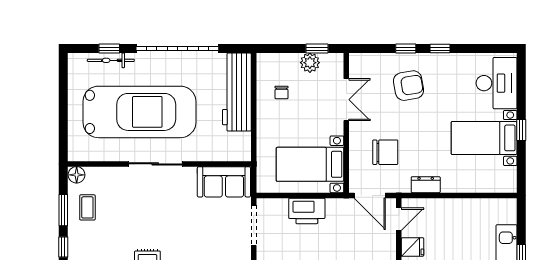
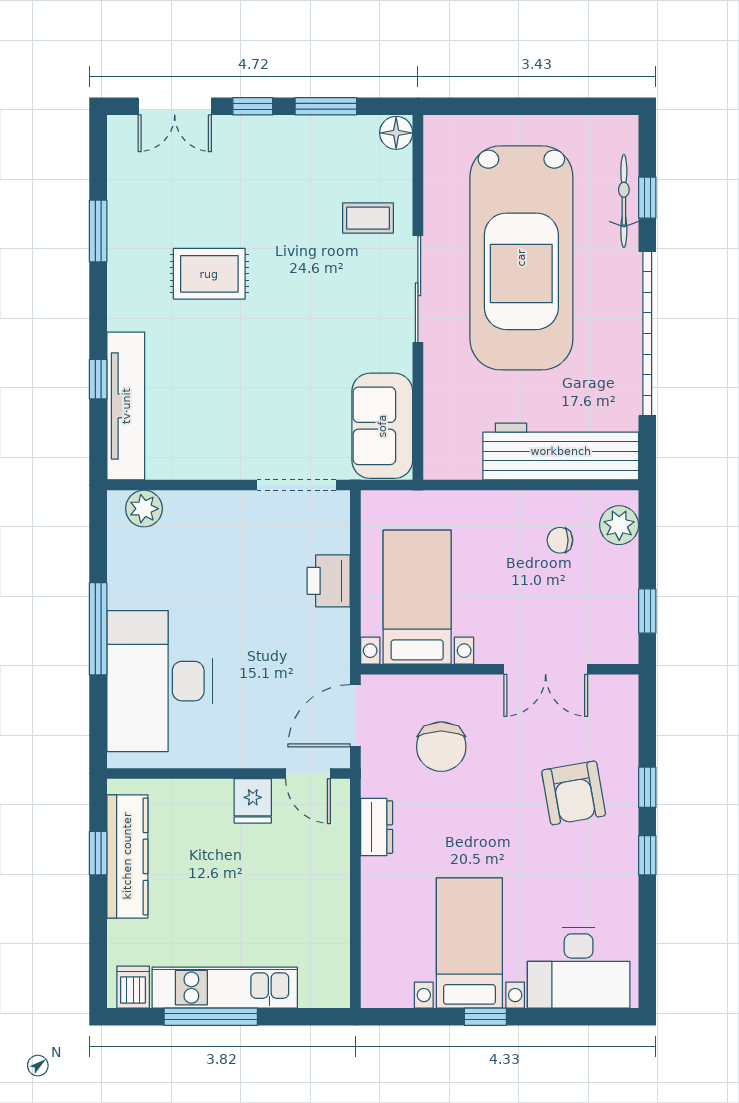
plant: (310, 63) -> (619, 525), moved
coffee table: (87, 207) -> (368, 218), moved
printer: (307, 211) -> (329, 581), width x0.73, depth x0.84

